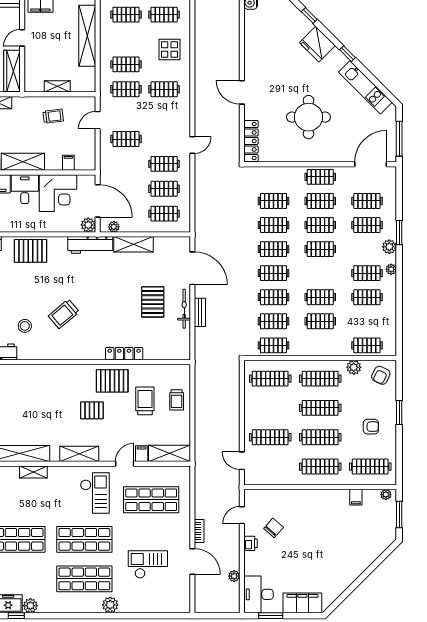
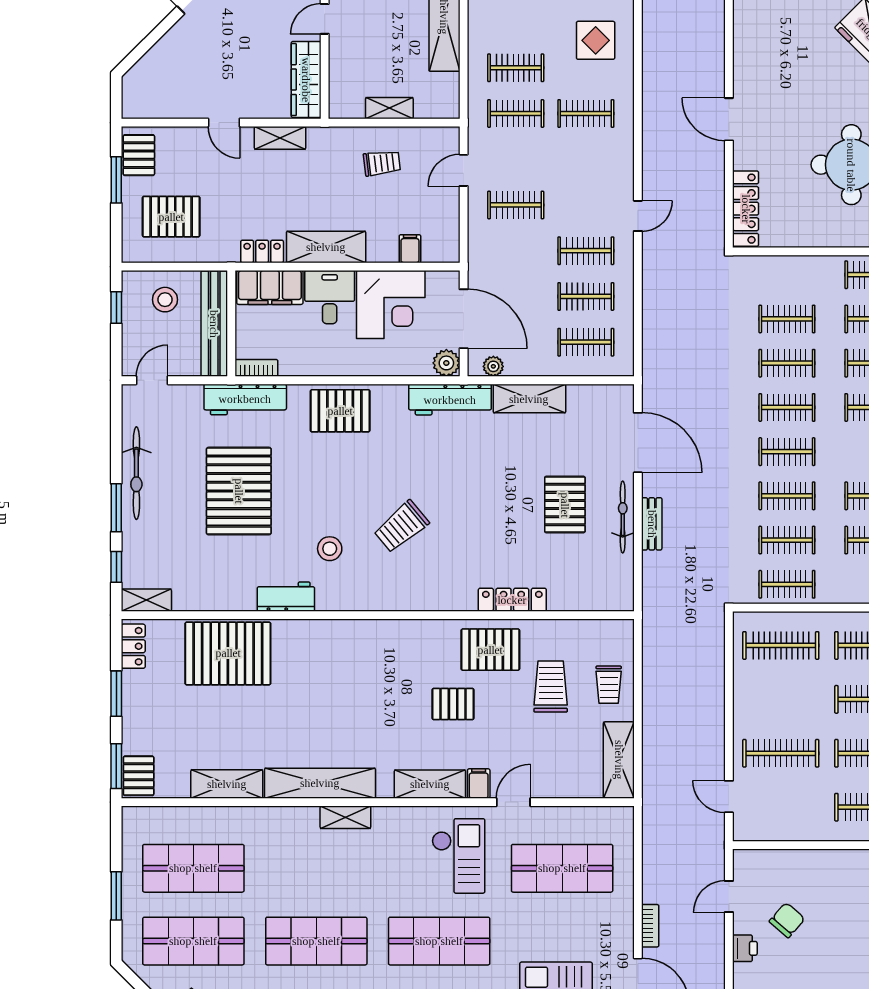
shelving: (170, 453) -> (619, 760), moved, turned 90
filing cabinet: (142, 454) -> (479, 783), moved

